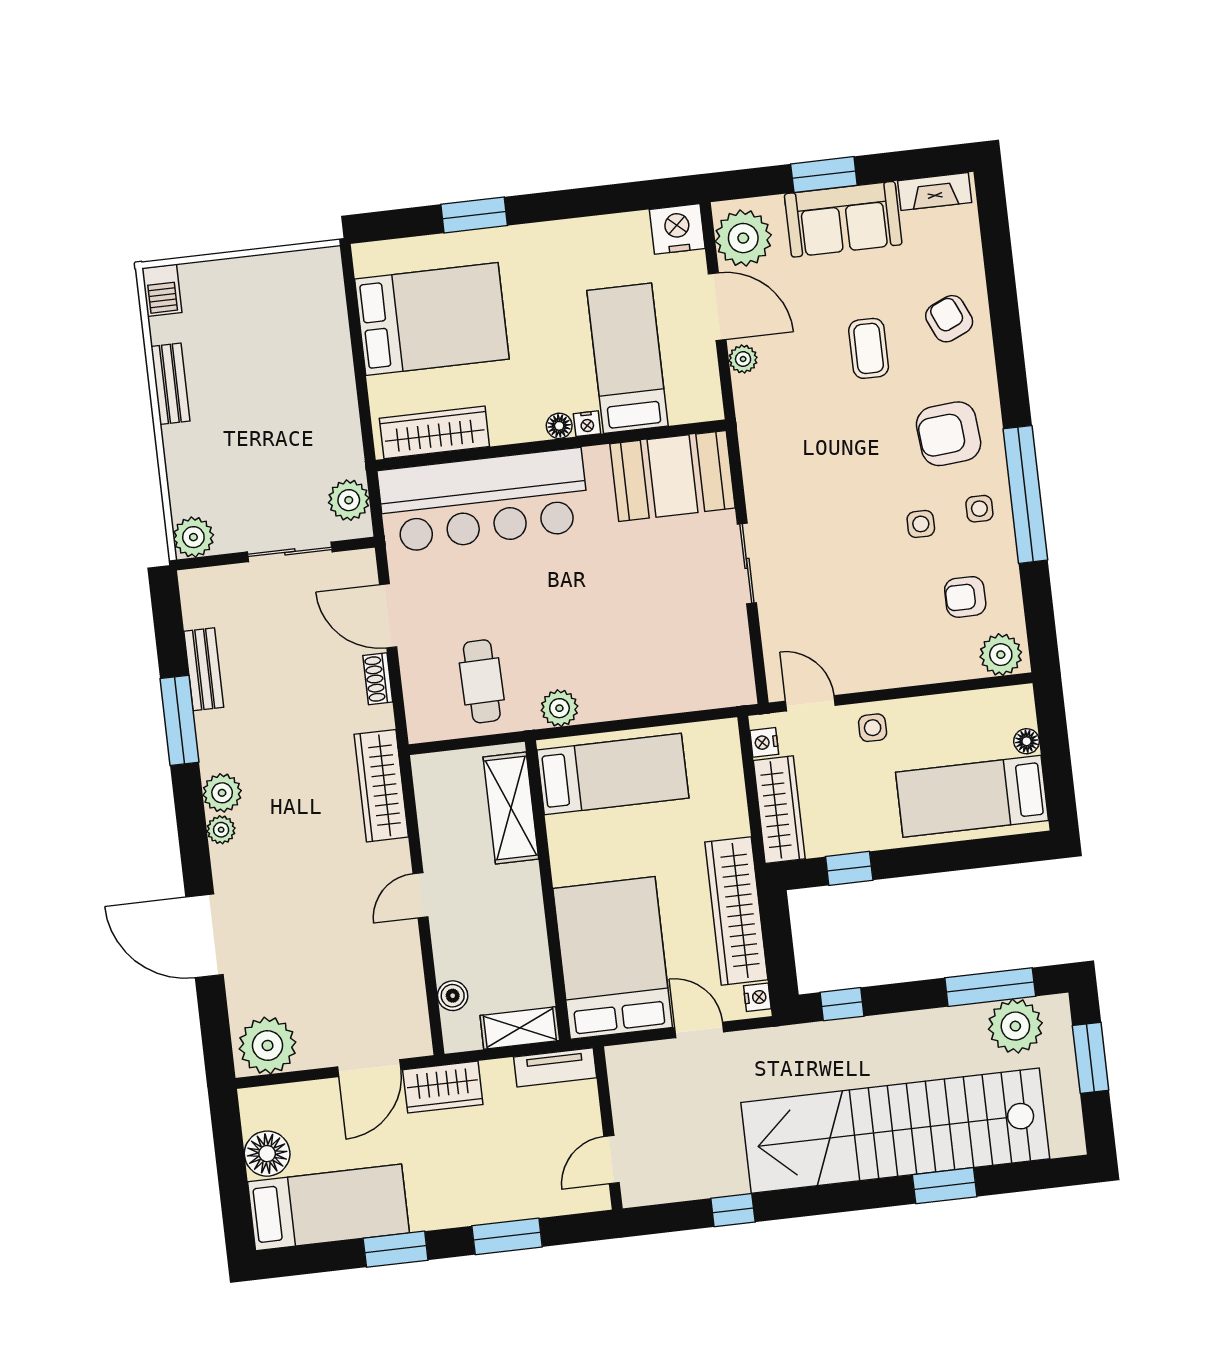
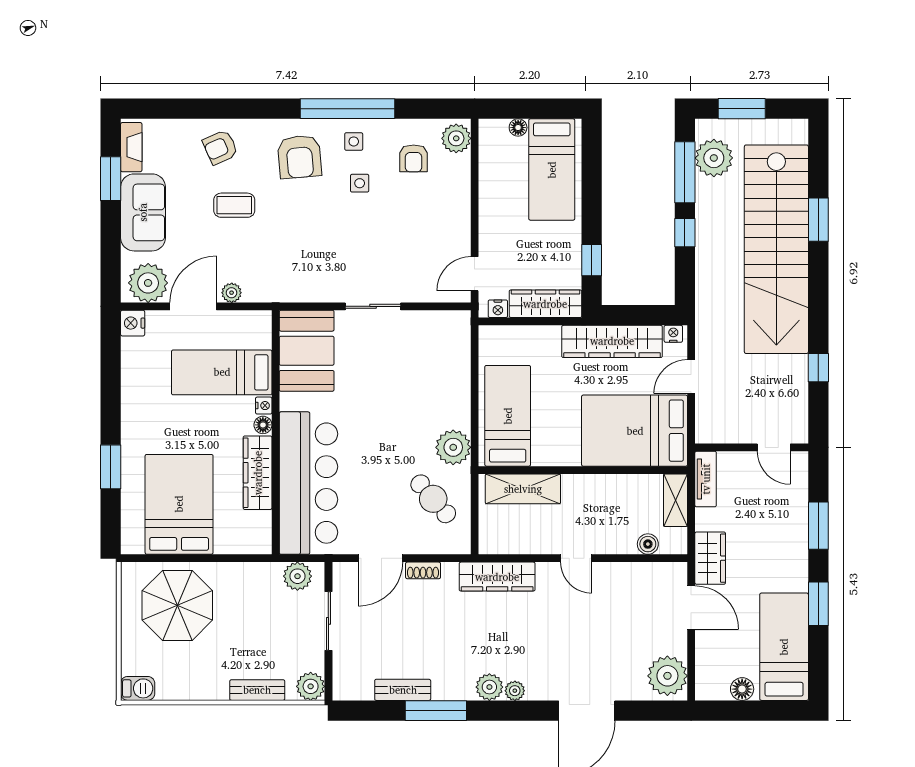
window: (824, 175) -> (111, 179), moved
nightstand: (677, 229) -> (133, 323), width x0.74, depth x0.75
parasol: (287, 333) -> (177, 605), added
bench: (170, 384) -> (257, 690), moved
wardrobe: (434, 432) -> (258, 473), moved
cafe table: (482, 681) -> (433, 499), turned 50
plant: (559, 708) -> (453, 447), width x1.36, depth x1.36
side table: (873, 728) -> (496, 233), removed
window: (842, 1004) -> (685, 233), moved
floor lamp: (267, 1154) -> (742, 689), width x0.73, depth x0.73

